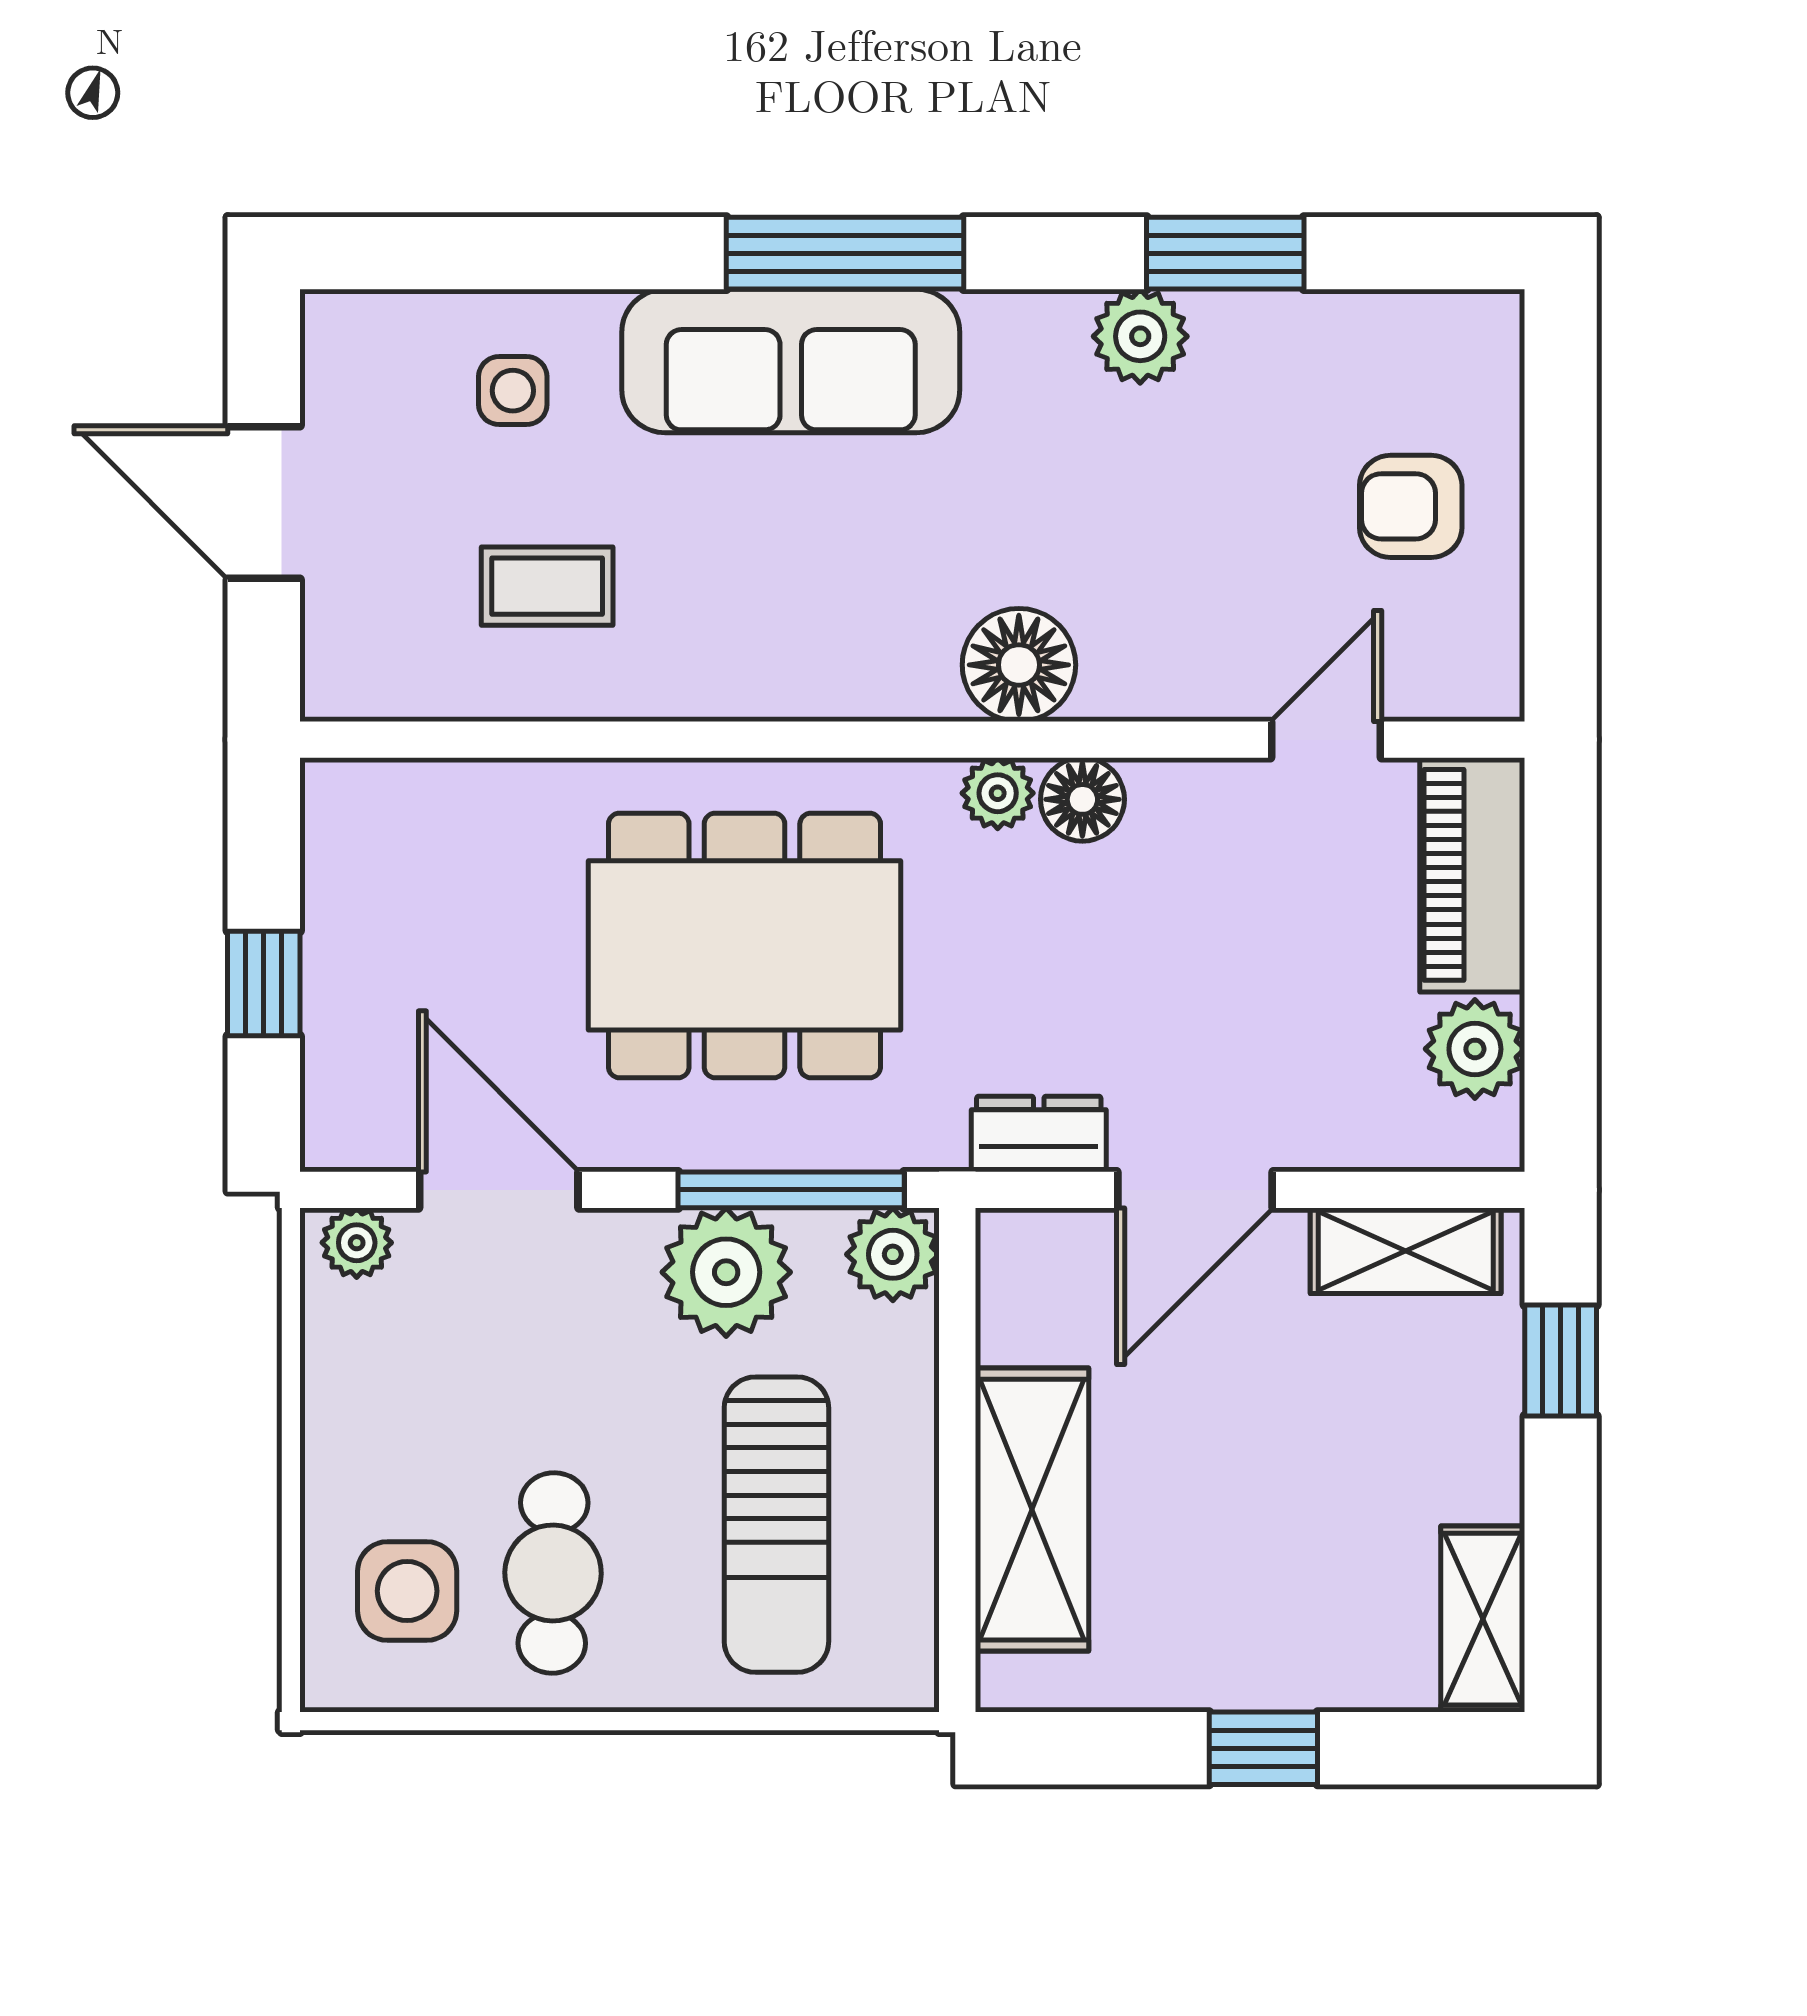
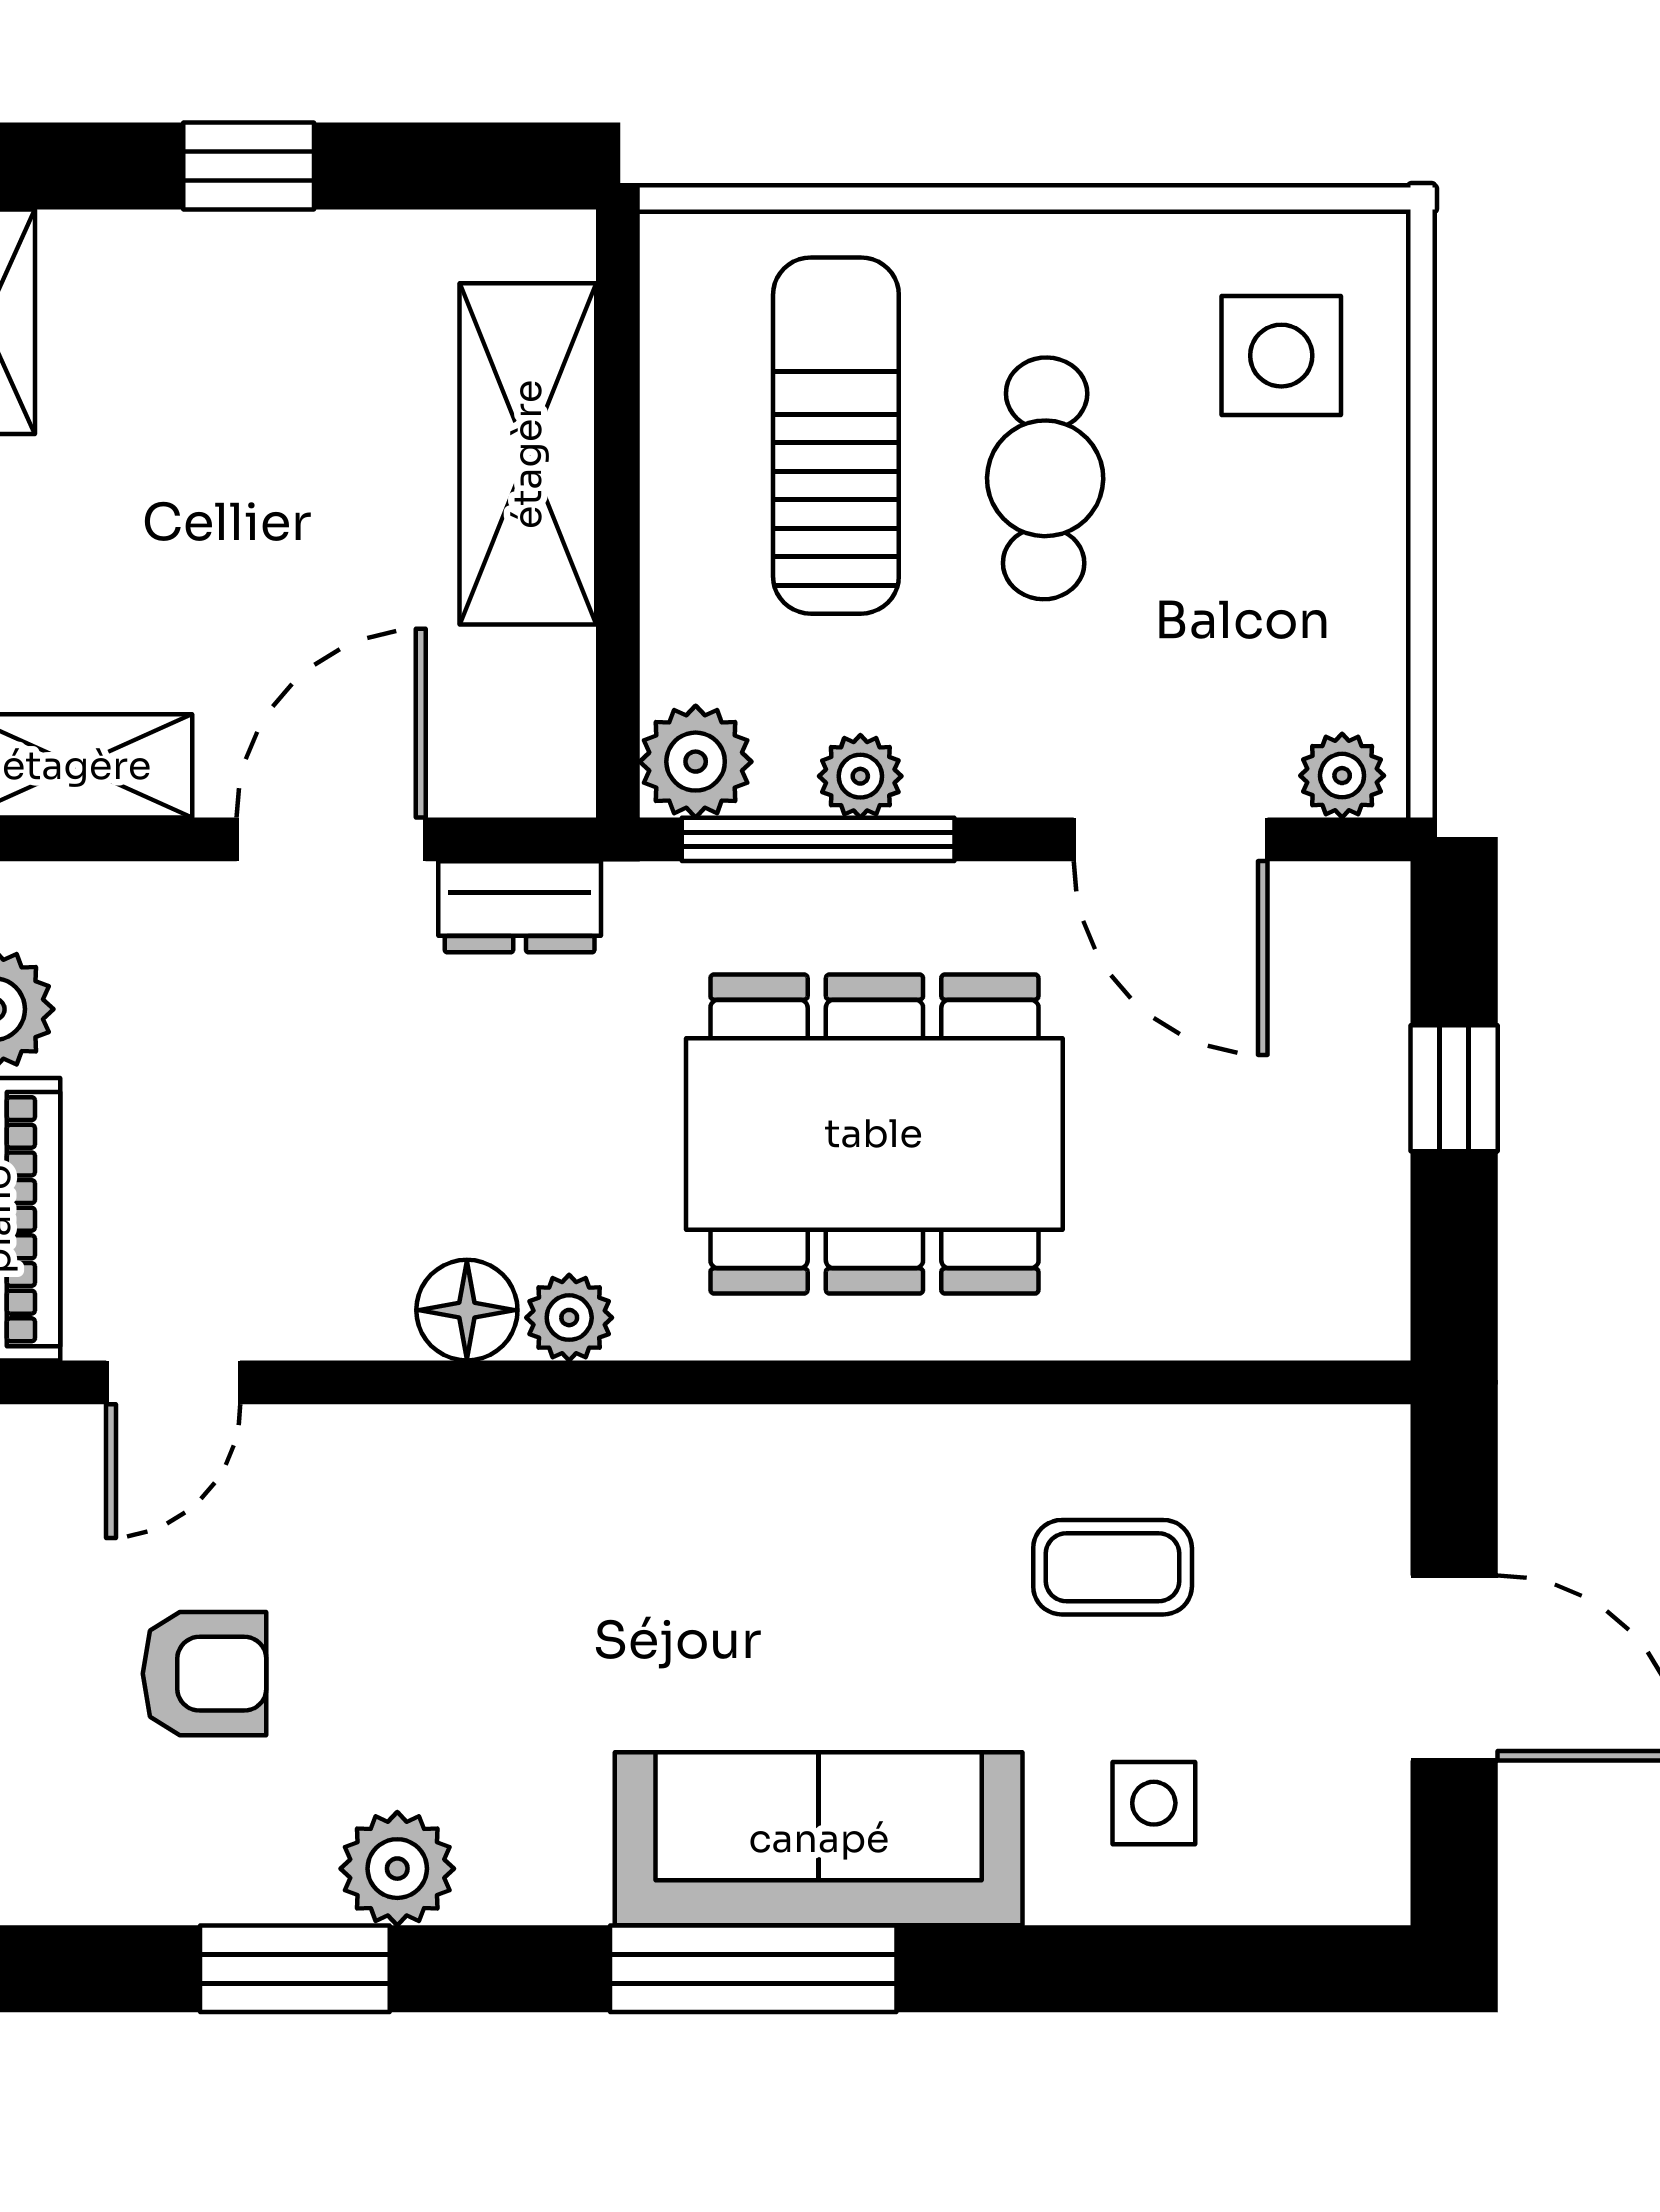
armchair: (1411, 506) -> (205, 1674), moved
floor lamp: (1019, 665) -> (544, 1472), removed
plant: (726, 1272) -> (860, 776), width x0.53, depth x0.53
cafe table: (553, 1573) -> (1045, 478), moved

